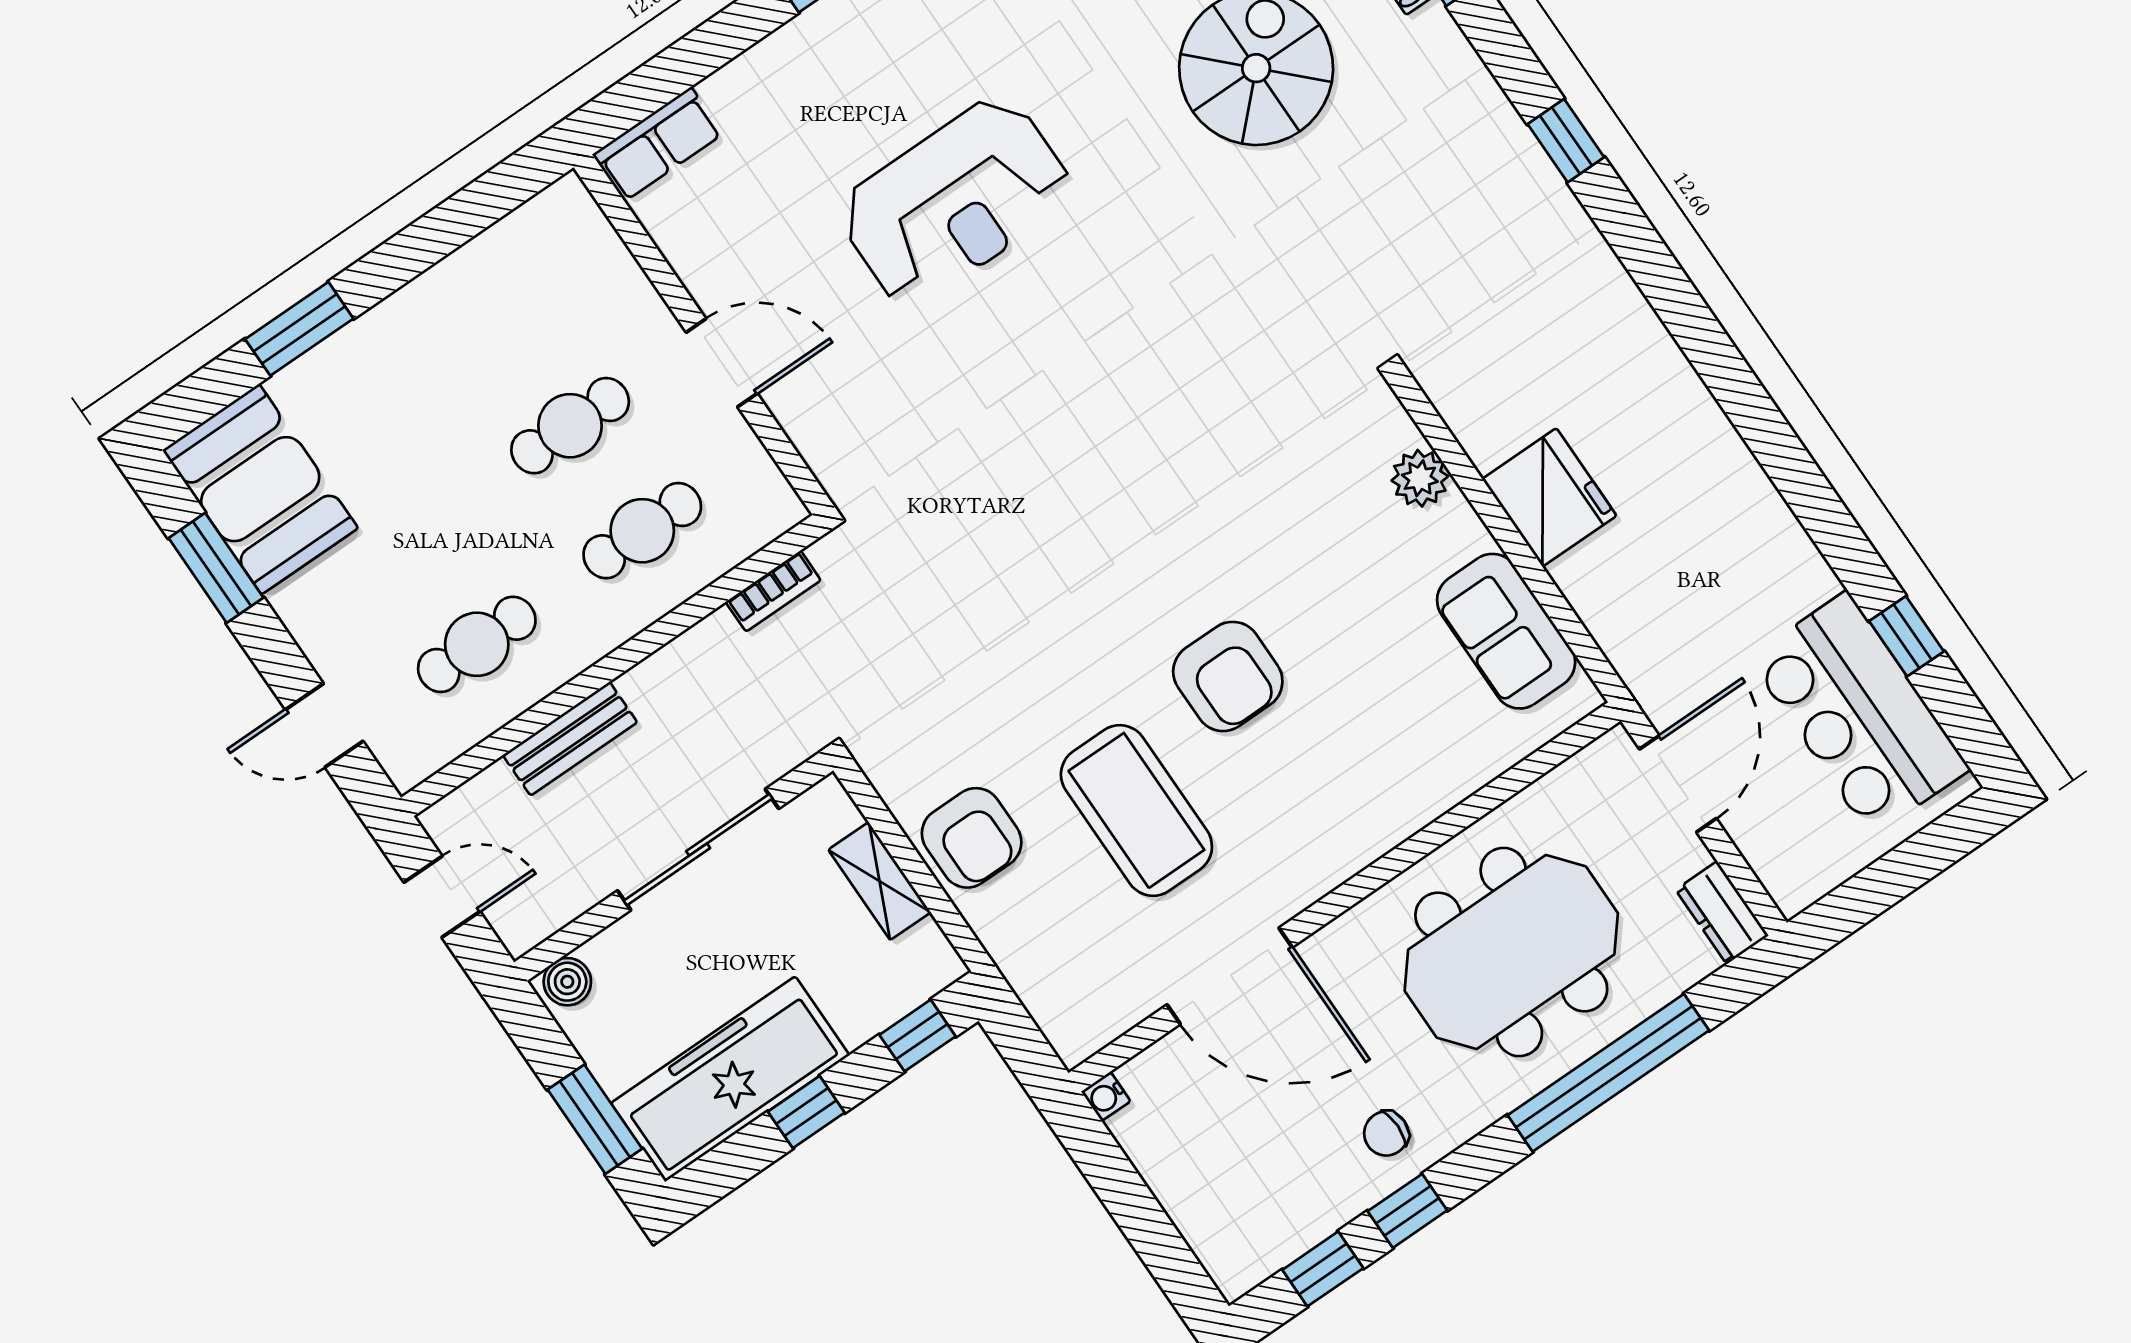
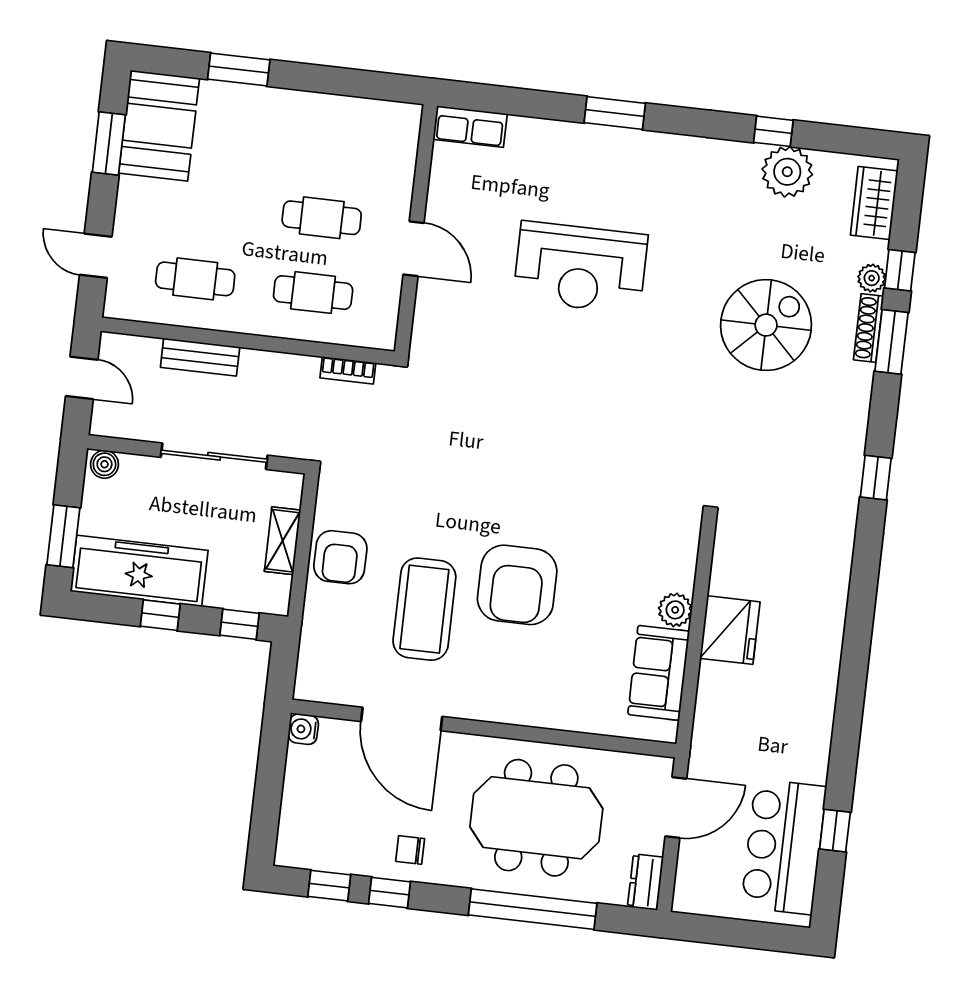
plant: (1420, 478) -> (675, 610), moved
armchair: (1228, 676) -> (517, 585), width x1.36, depth x1.36
water cooler: (1106, 1097) -> (303, 729), width x1.38, depth x1.38

